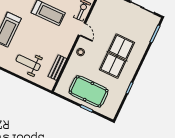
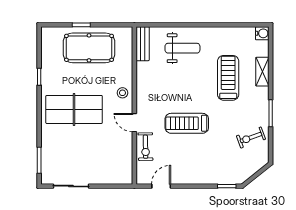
table tennis table: (117, 56) -> (74, 109), turned 90
bench: (57, 68) -> (143, 44), moved

